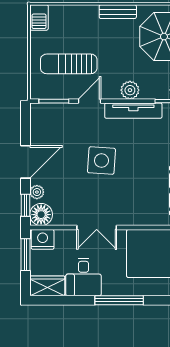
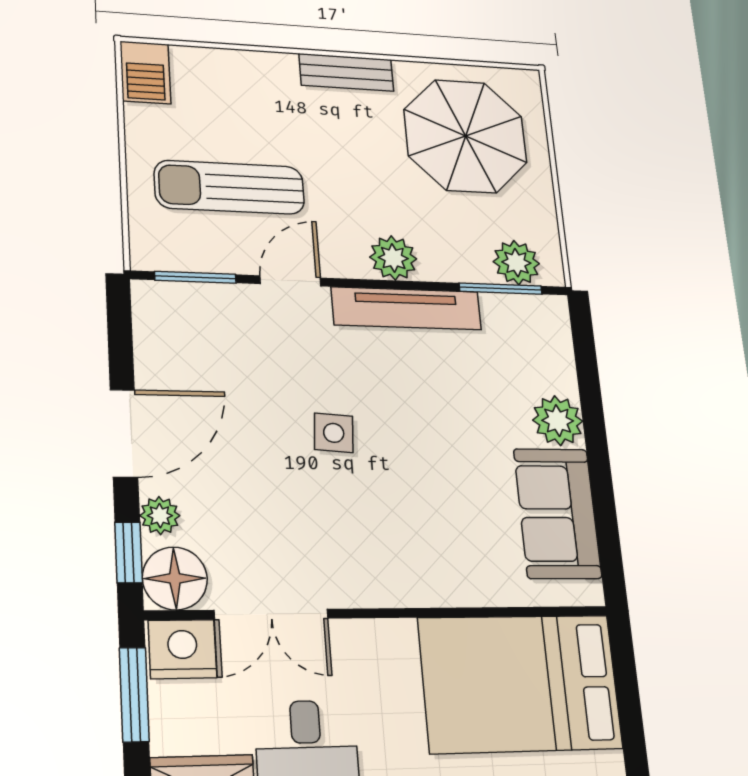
side table: (101, 161) -> (334, 433), width x0.54, depth x0.54
double door: (97, 227) -> (271, 614), moved

